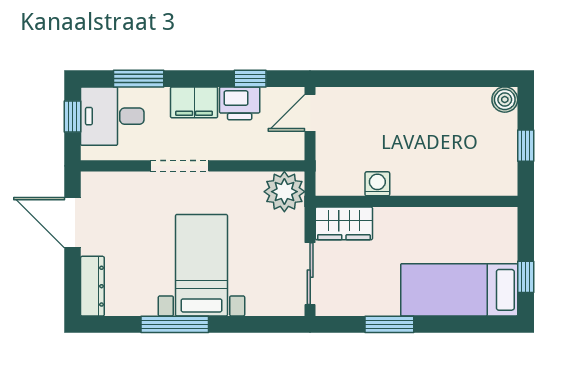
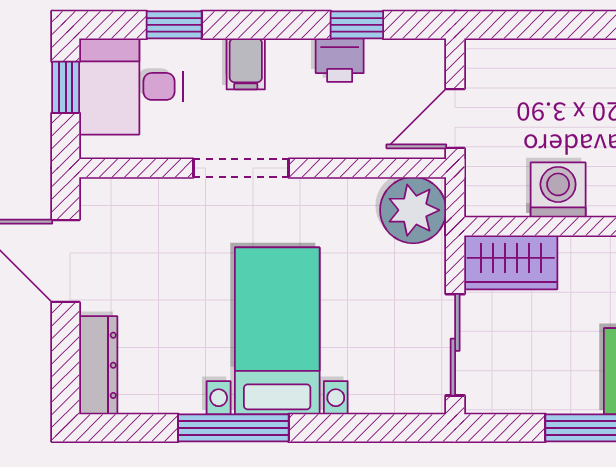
window: (139, 79) -> (174, 25), width x0.67
filing cabinet: (194, 102) -> (246, 64), width x0.50
printer: (240, 103) -> (340, 60), width x0.73, depth x0.81
door: (310, 113) -> (455, 118), moved
washing machine: (377, 184) -> (558, 190), width x1.38, depth x1.38

